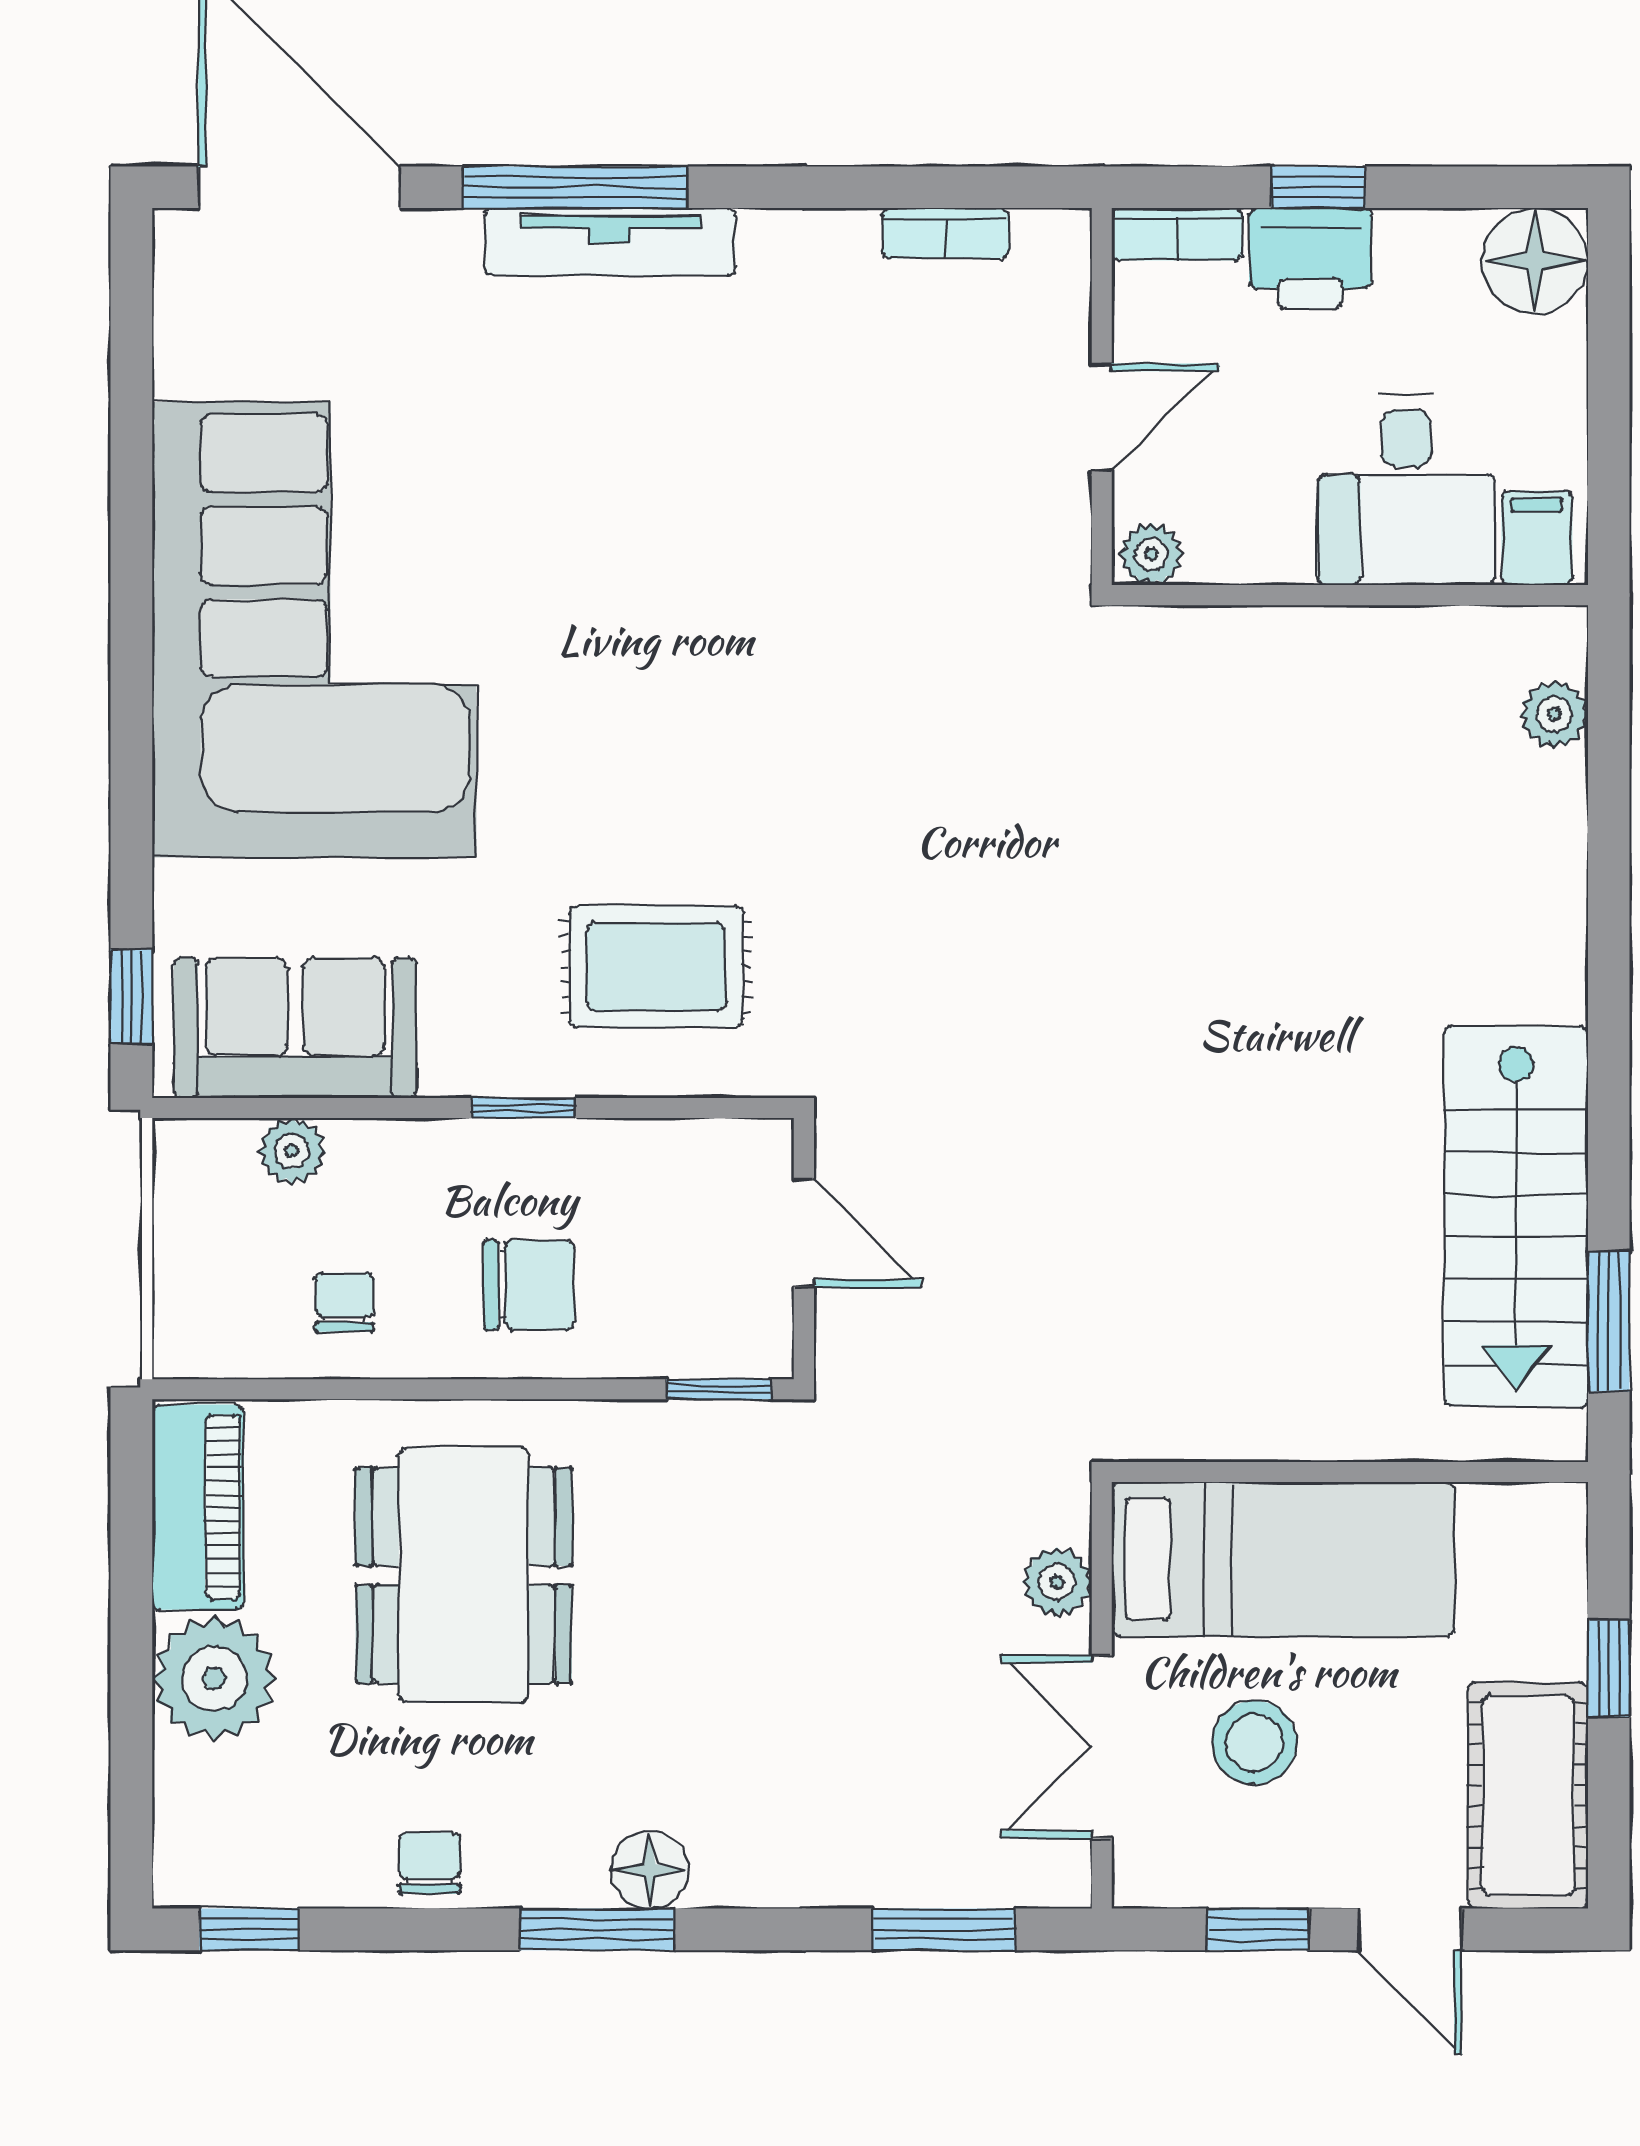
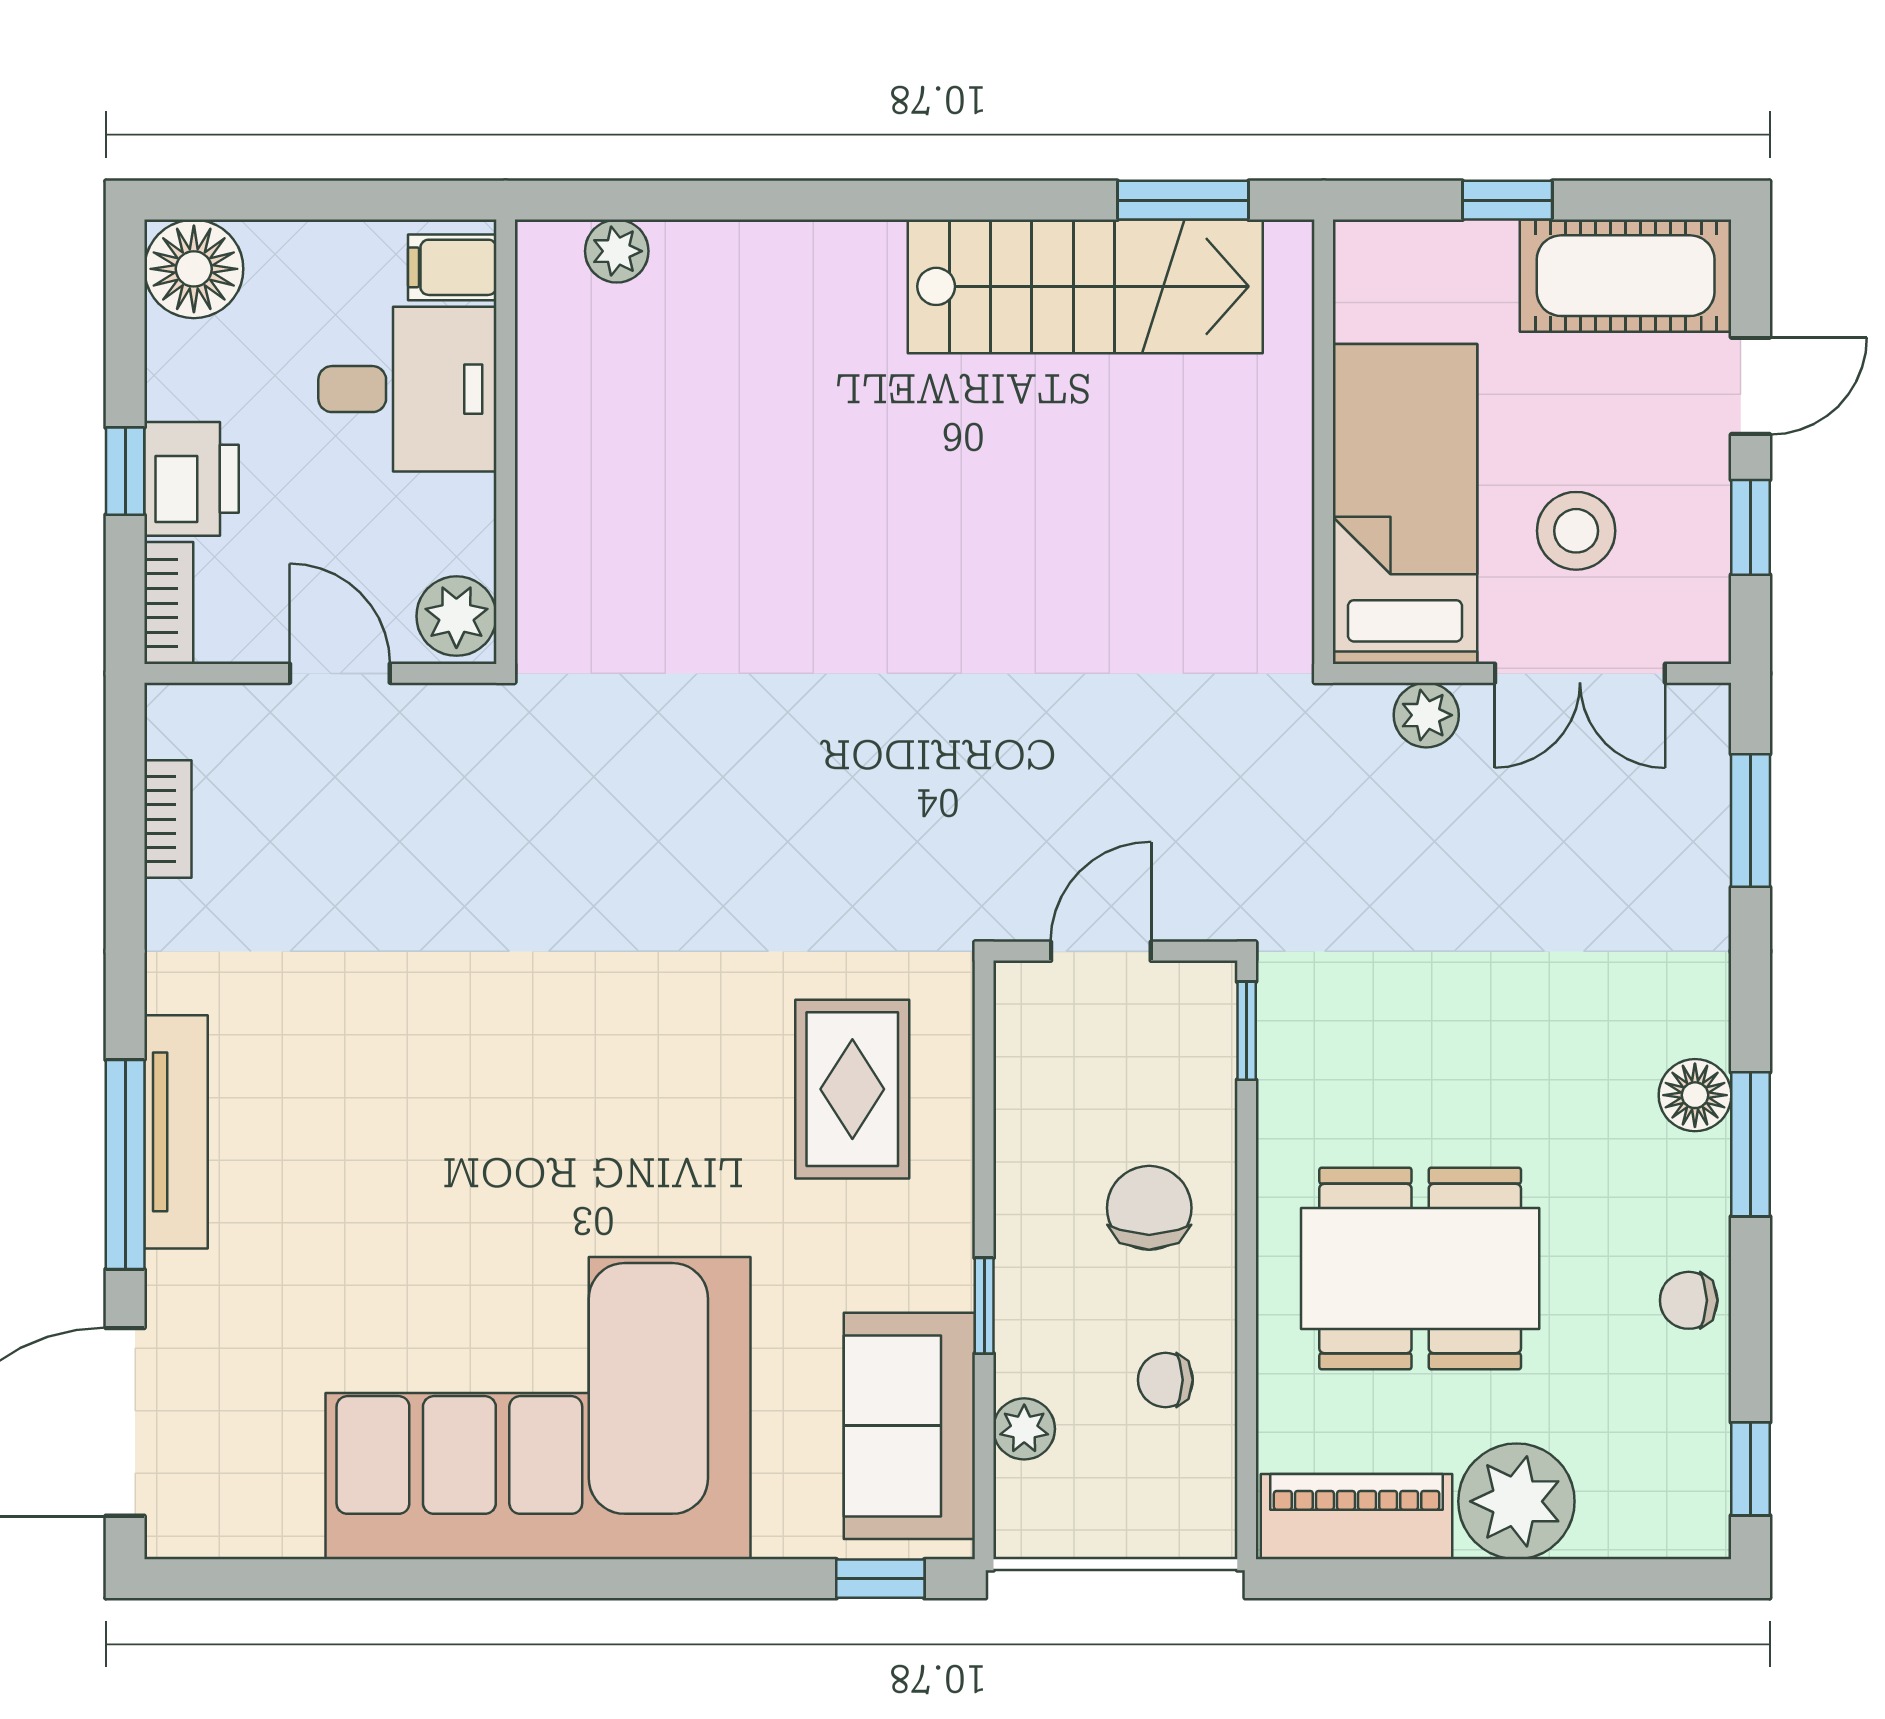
plant: (1151, 554) -> (456, 616), width x1.38, depth x1.38
window: (523, 1108) -> (984, 1306), moved

